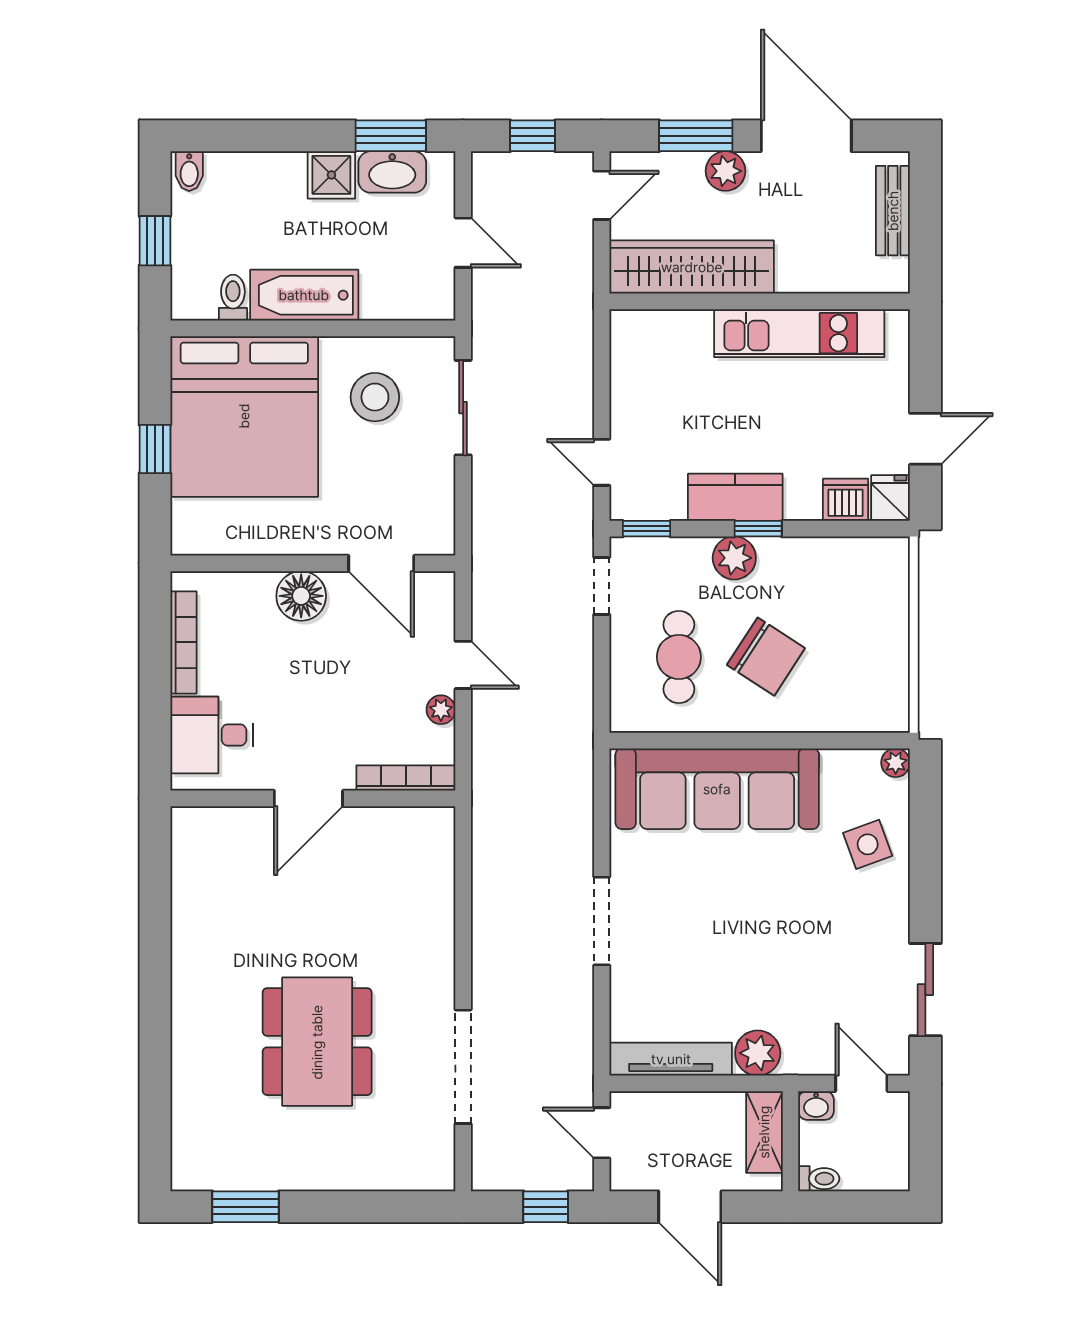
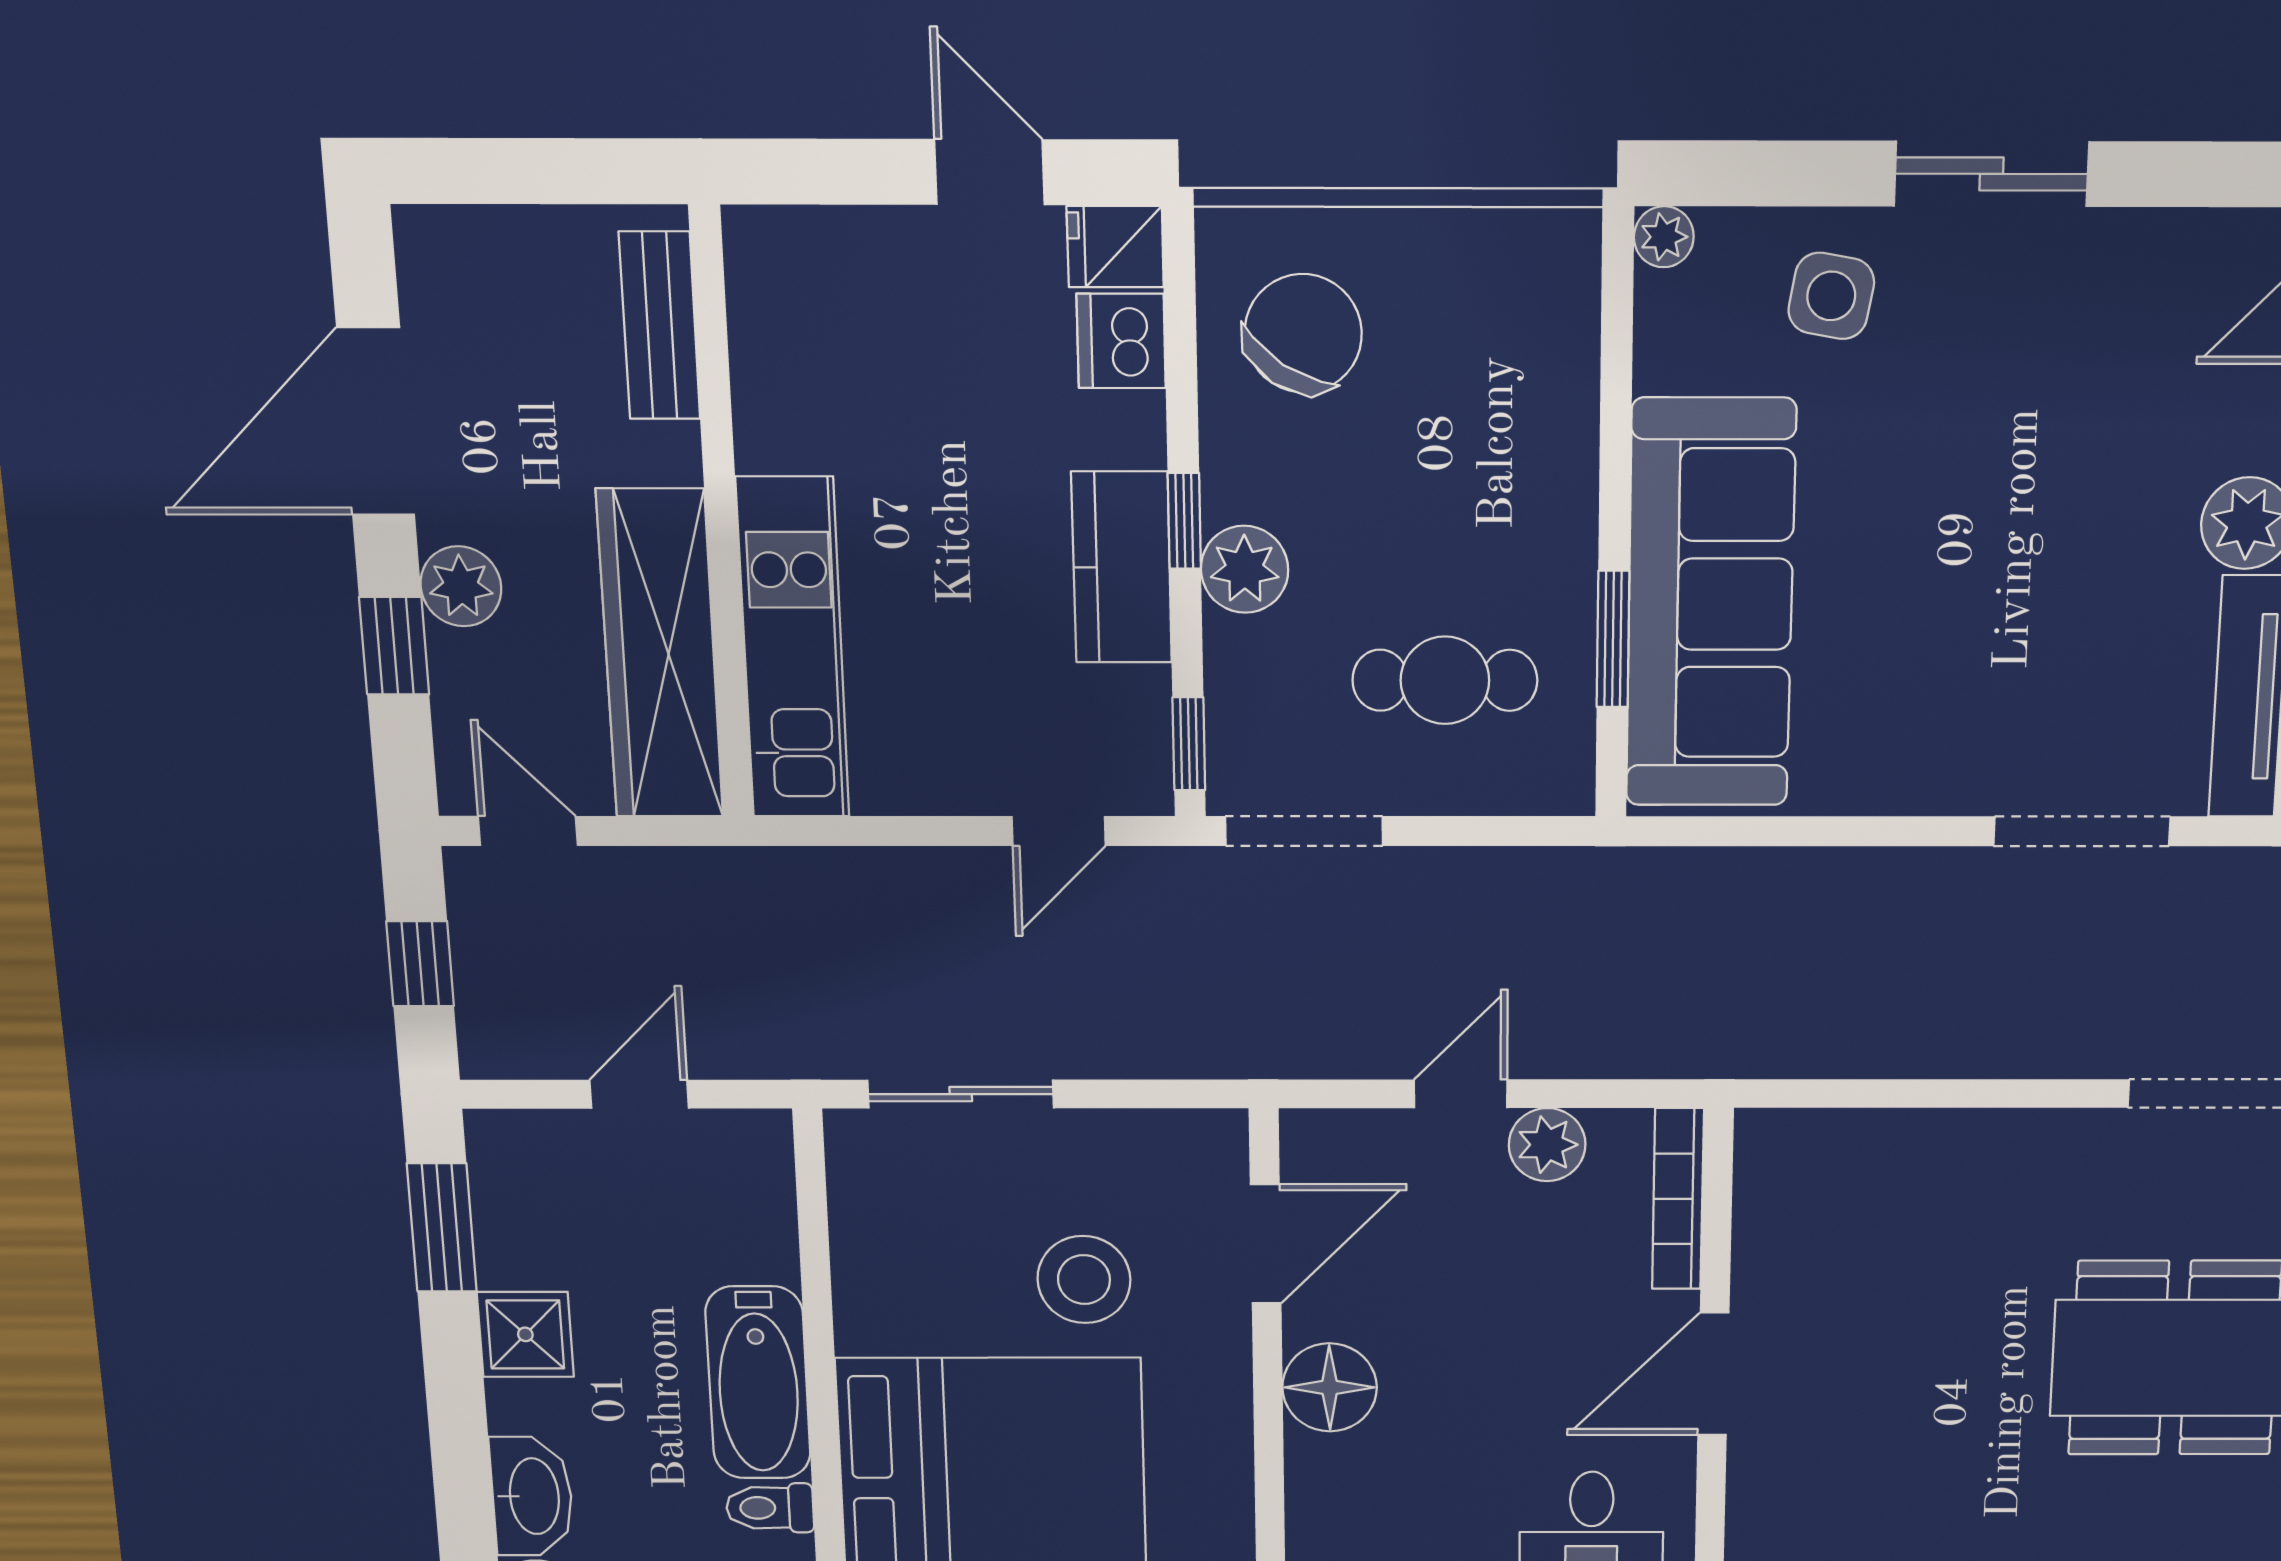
window: (696, 136) -> (394, 646), width x0.67
washbasin: (392, 172) -> (532, 1496), moved
bench: (893, 211) -> (660, 326), moved, turned 90
kitchen unit: (799, 333) -> (793, 648), moved
stool: (375, 397) -> (1084, 1280), moved
doorway: (602, 586) -> (1304, 831), width x1.38
chair: (766, 657) -> (1303, 333), moved
plant: (441, 710) -> (1547, 1145), width x1.38, depth x1.38
window: (700, 741) -> (1613, 639), added
door: (308, 798) -> (1713, 1374), swing flipped
side table: (868, 844) -> (1831, 296), turned 30
doorway: (602, 921) -> (2082, 831), moved
sliding door: (925, 990) -> (1991, 174), moved

